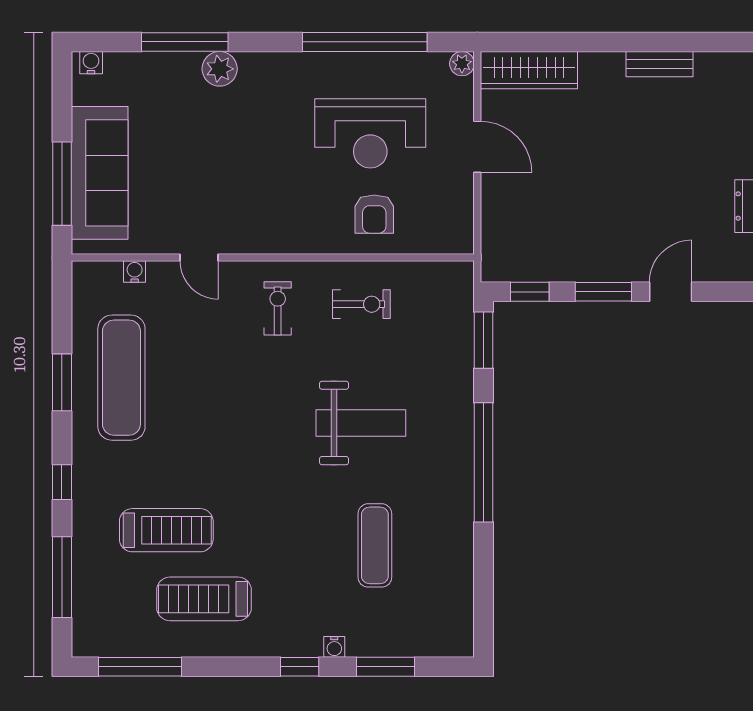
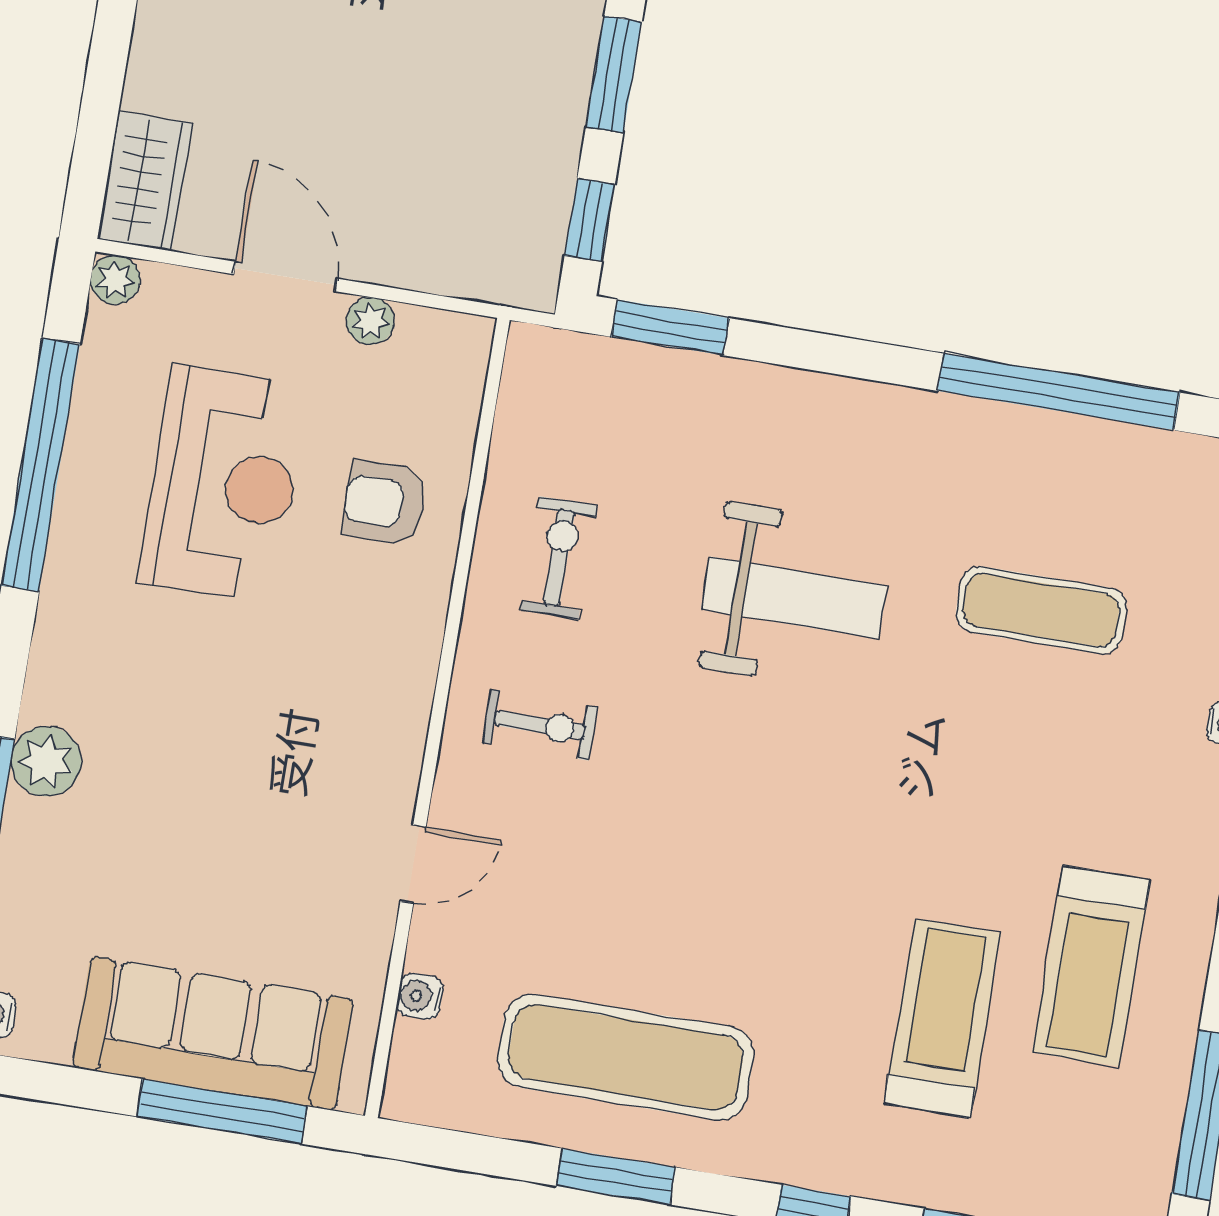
wardrobe: (529, 70) -> (145, 181), width x0.67
door: (477, 147) -> (285, 276), hinge flipped
plant: (462, 192) -> (370, 321), added
armchair: (374, 214) -> (385, 503), turned 180
exercise bike: (278, 308) -> (540, 725), turned 180
weight bench: (361, 423) -> (794, 598), turned 90
window: (484, 462) -> (1059, 392), moved

